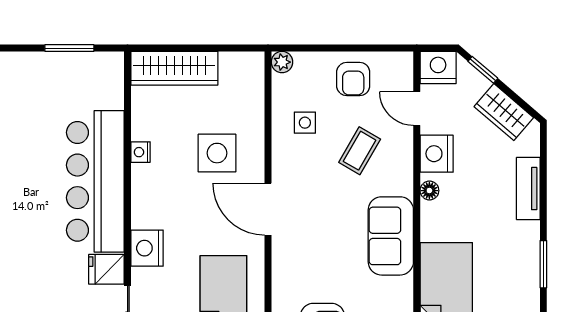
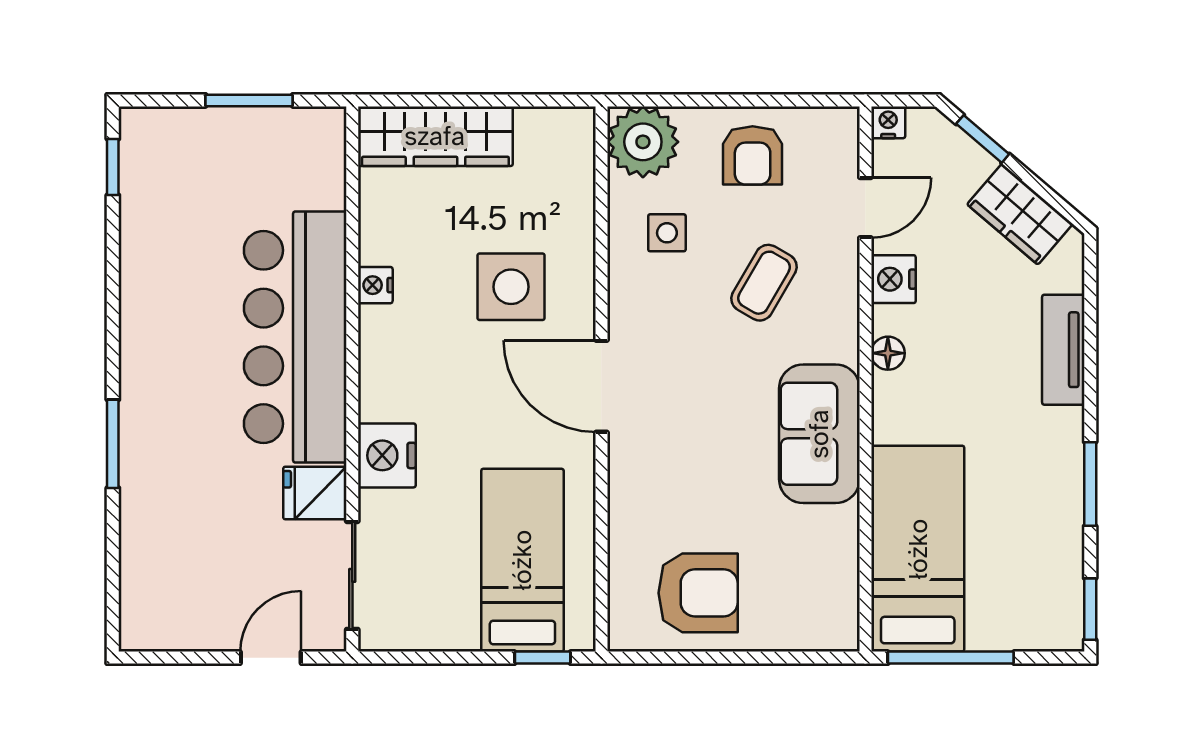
plant: (282, 62) -> (643, 142), width x1.87, depth x1.87
nightstand: (438, 68) -> (888, 122), width x0.53, depth x0.56
door: (417, 108) -> (865, 208), swing flipped
nightstand: (437, 154) -> (893, 279), width x0.74, depth x0.75

